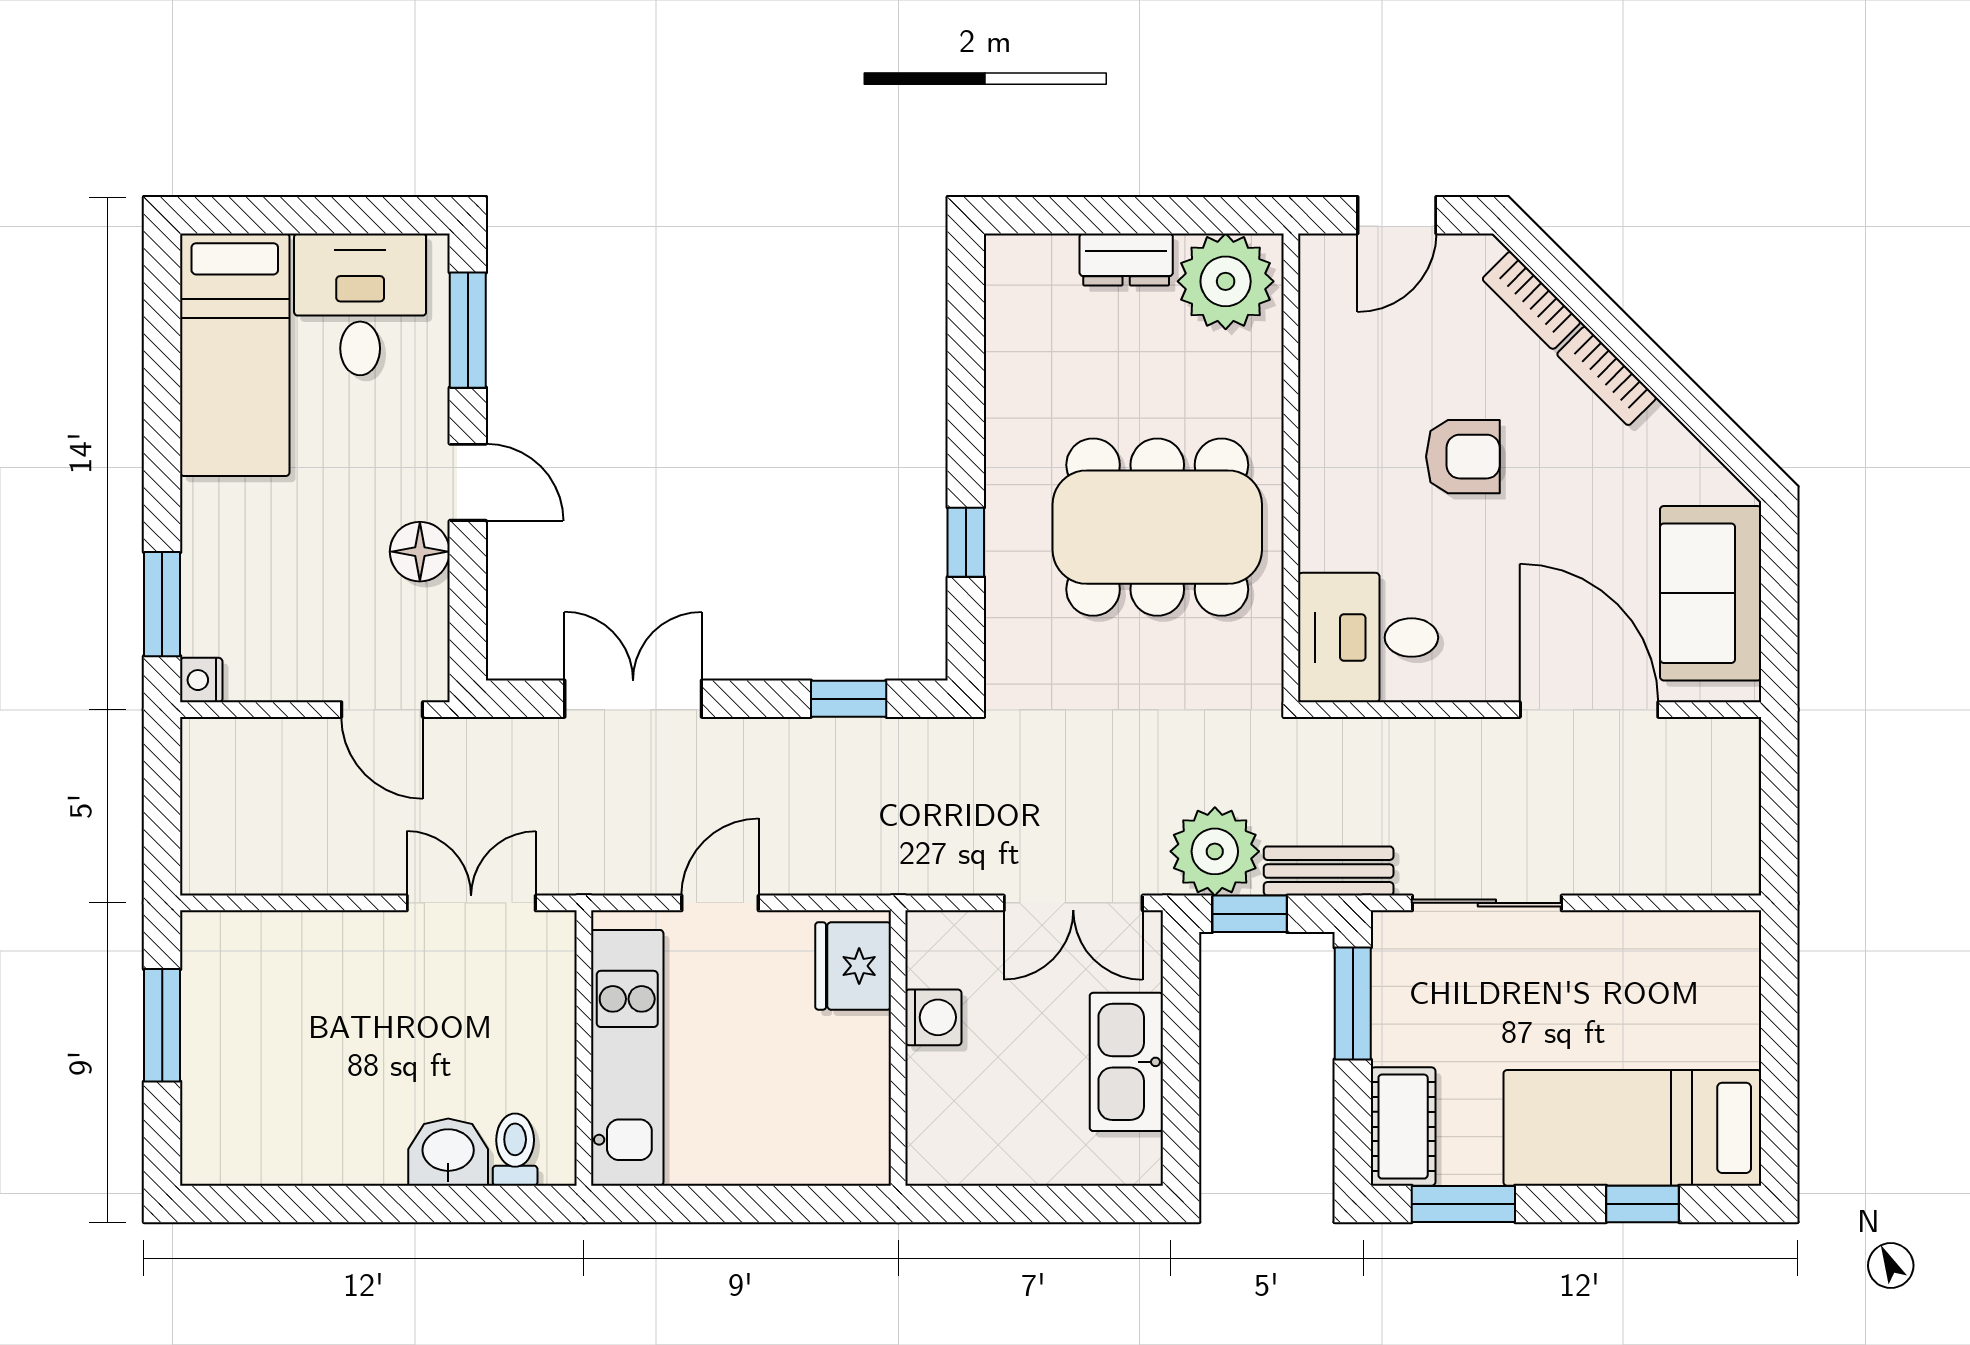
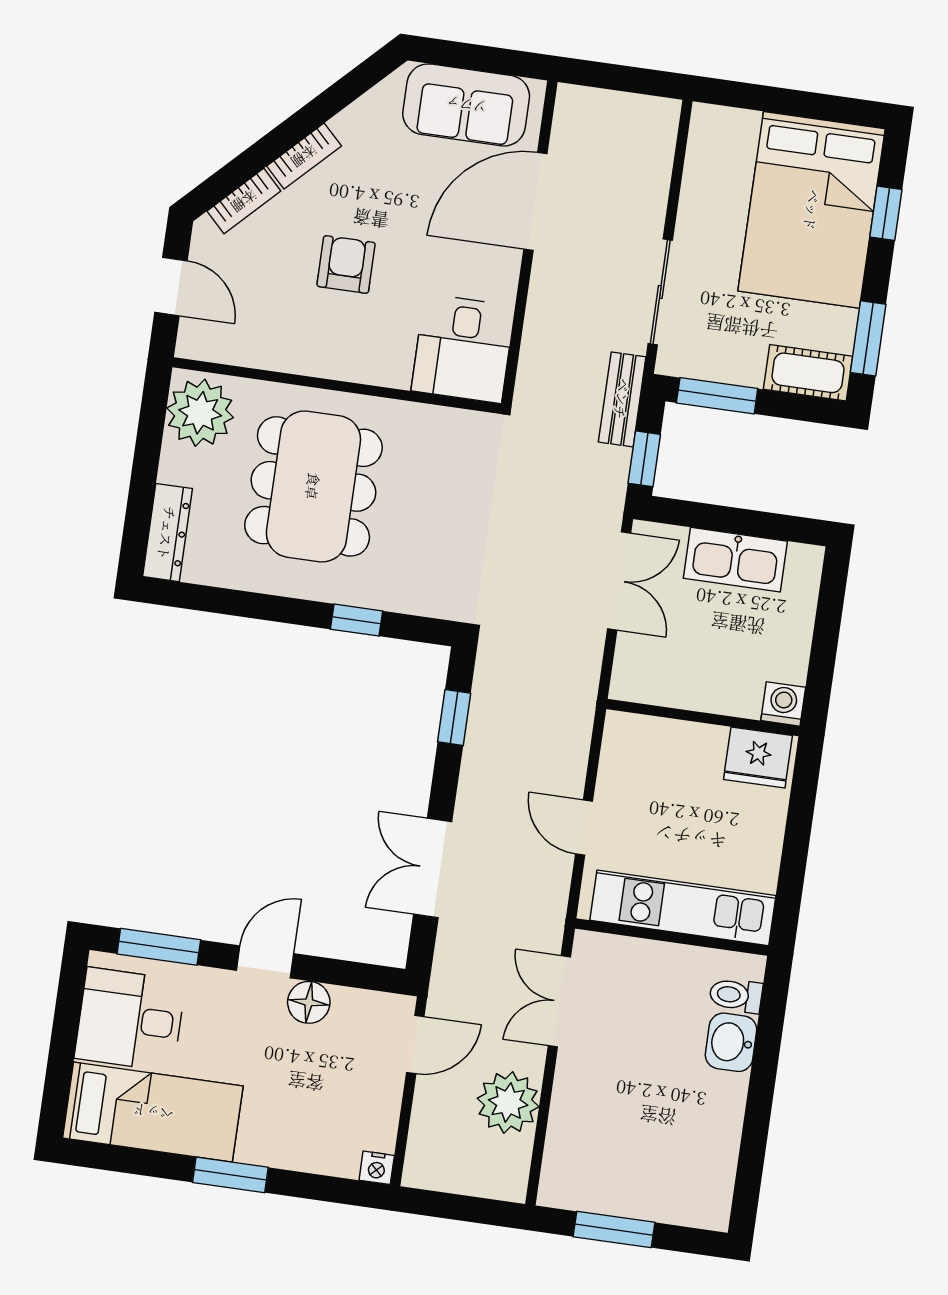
dresser: (1126, 259) -> (167, 533), moved, width x1.44
dining table: (1157, 527) -> (313, 486), moved
window: (162, 604) -> (230, 1175), moved
plant: (1215, 851) -> (508, 1103), moved
fridge: (853, 966) -> (758, 758), moved
washing machine: (933, 1017) -> (783, 704), moved
bed: (1632, 1128) -> (812, 210), width x1.50

